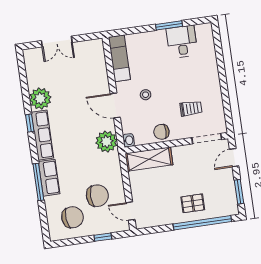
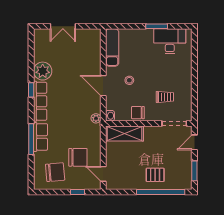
desk: (182, 42) -> (170, 41), width x1.37
plant: (106, 142) -> (96, 118), width x0.53, depth x0.53

